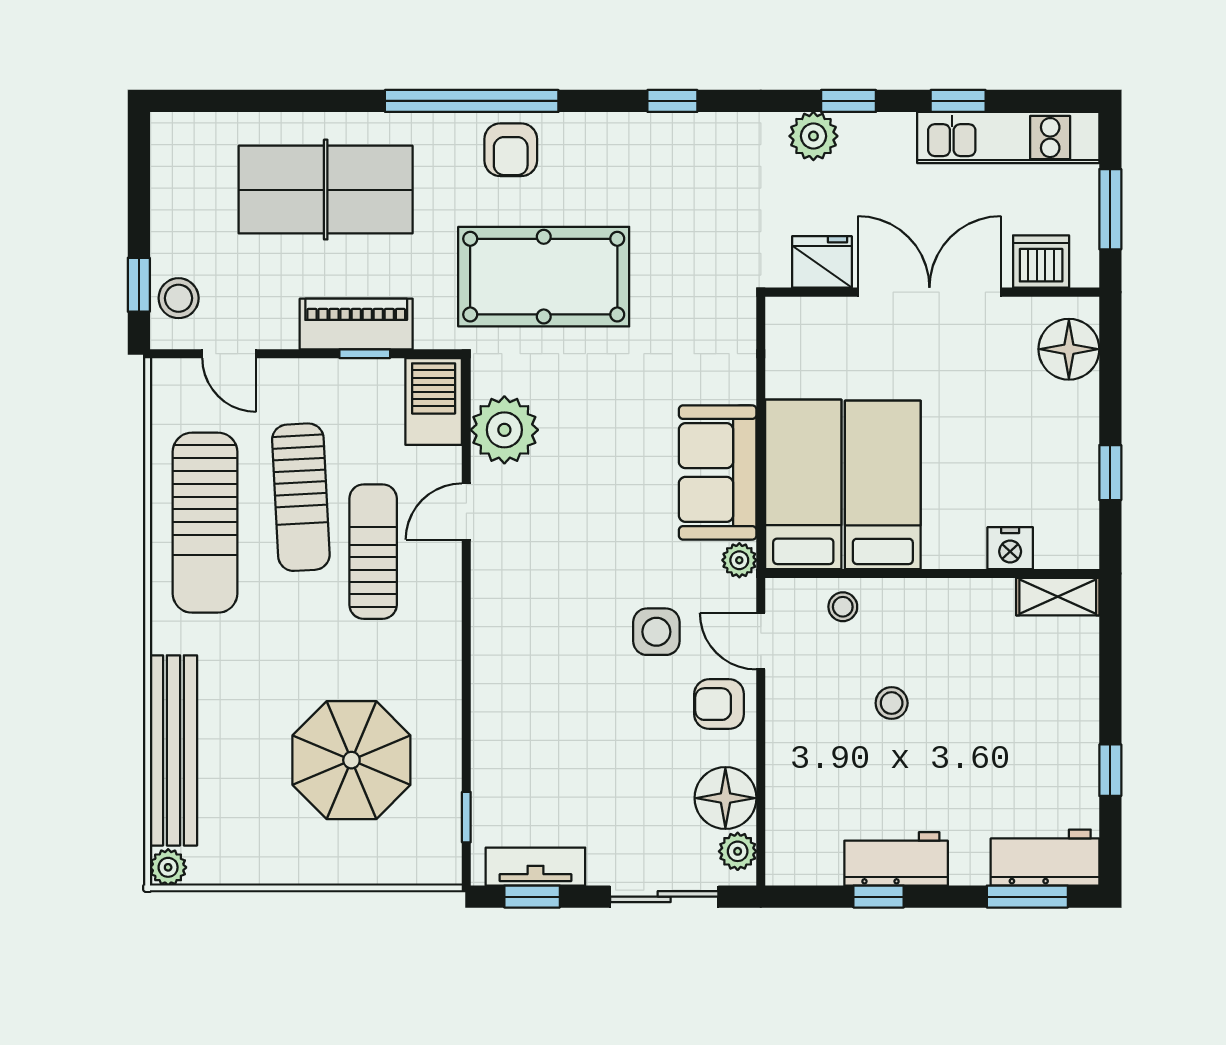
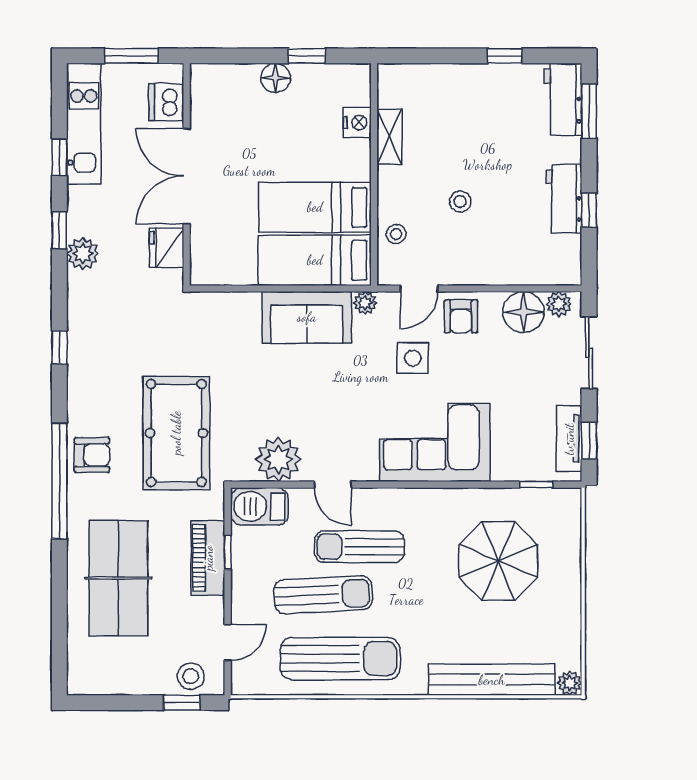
floor lamp: (1069, 349) -> (276, 78), moved, width x0.73, depth x0.73
shelving: (1058, 597) -> (389, 137), moved
corner sofa: (530, 665) -> (435, 442), added

